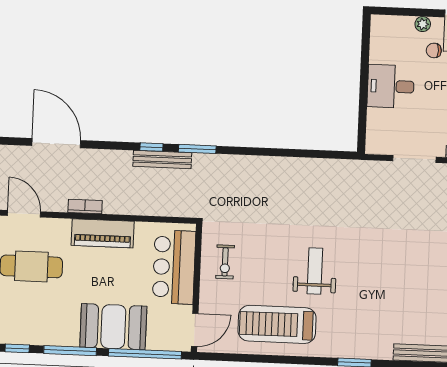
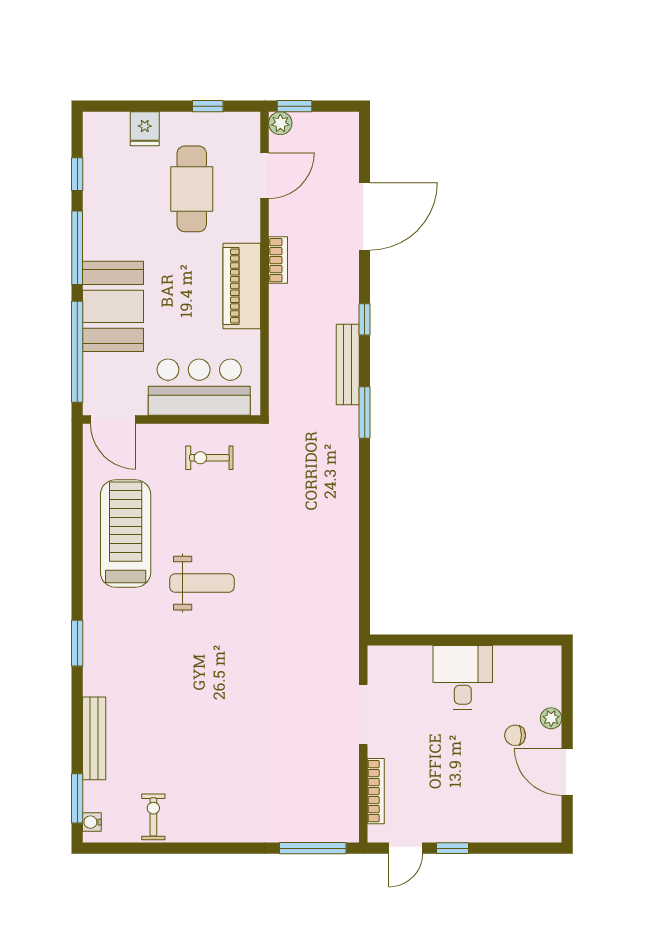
chair: (434, 50) -> (515, 735), turned -90
window: (151, 147) -> (365, 319), moved

